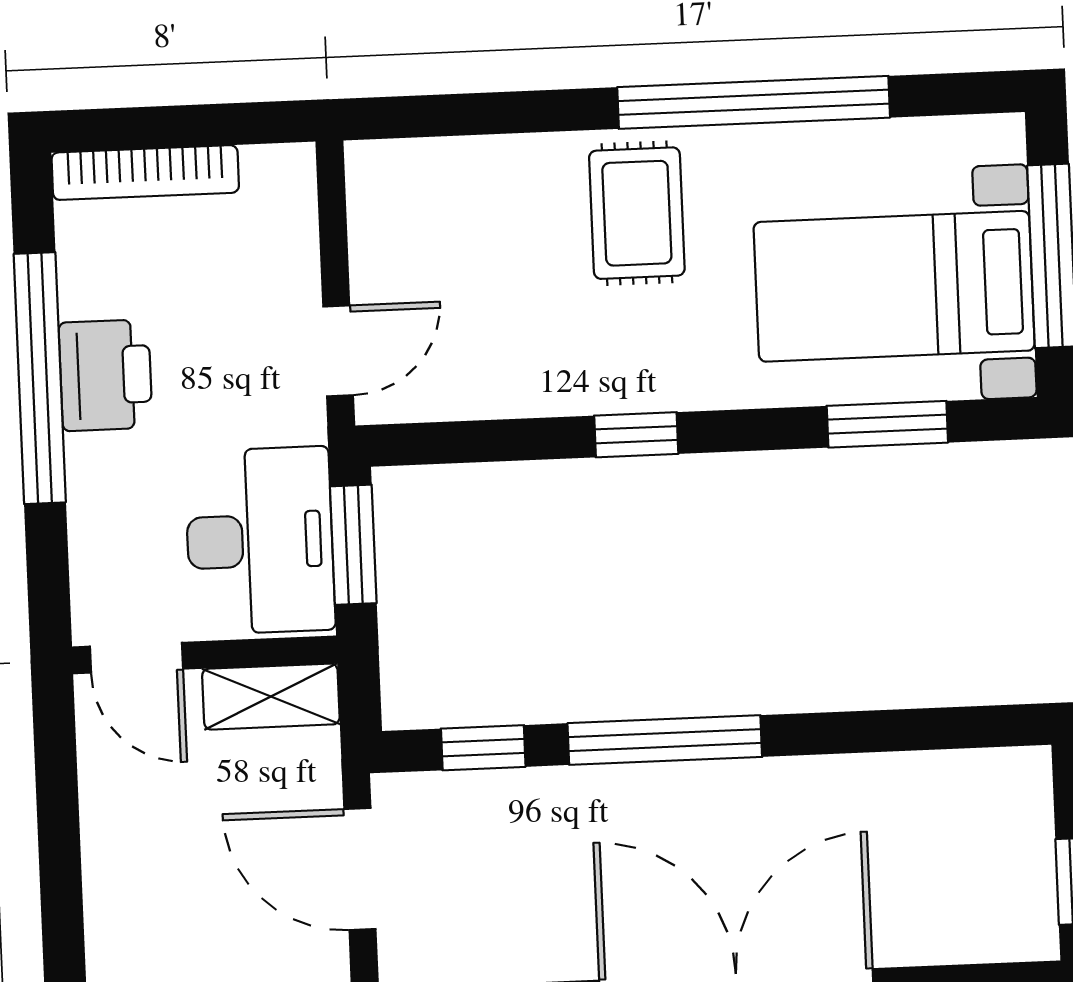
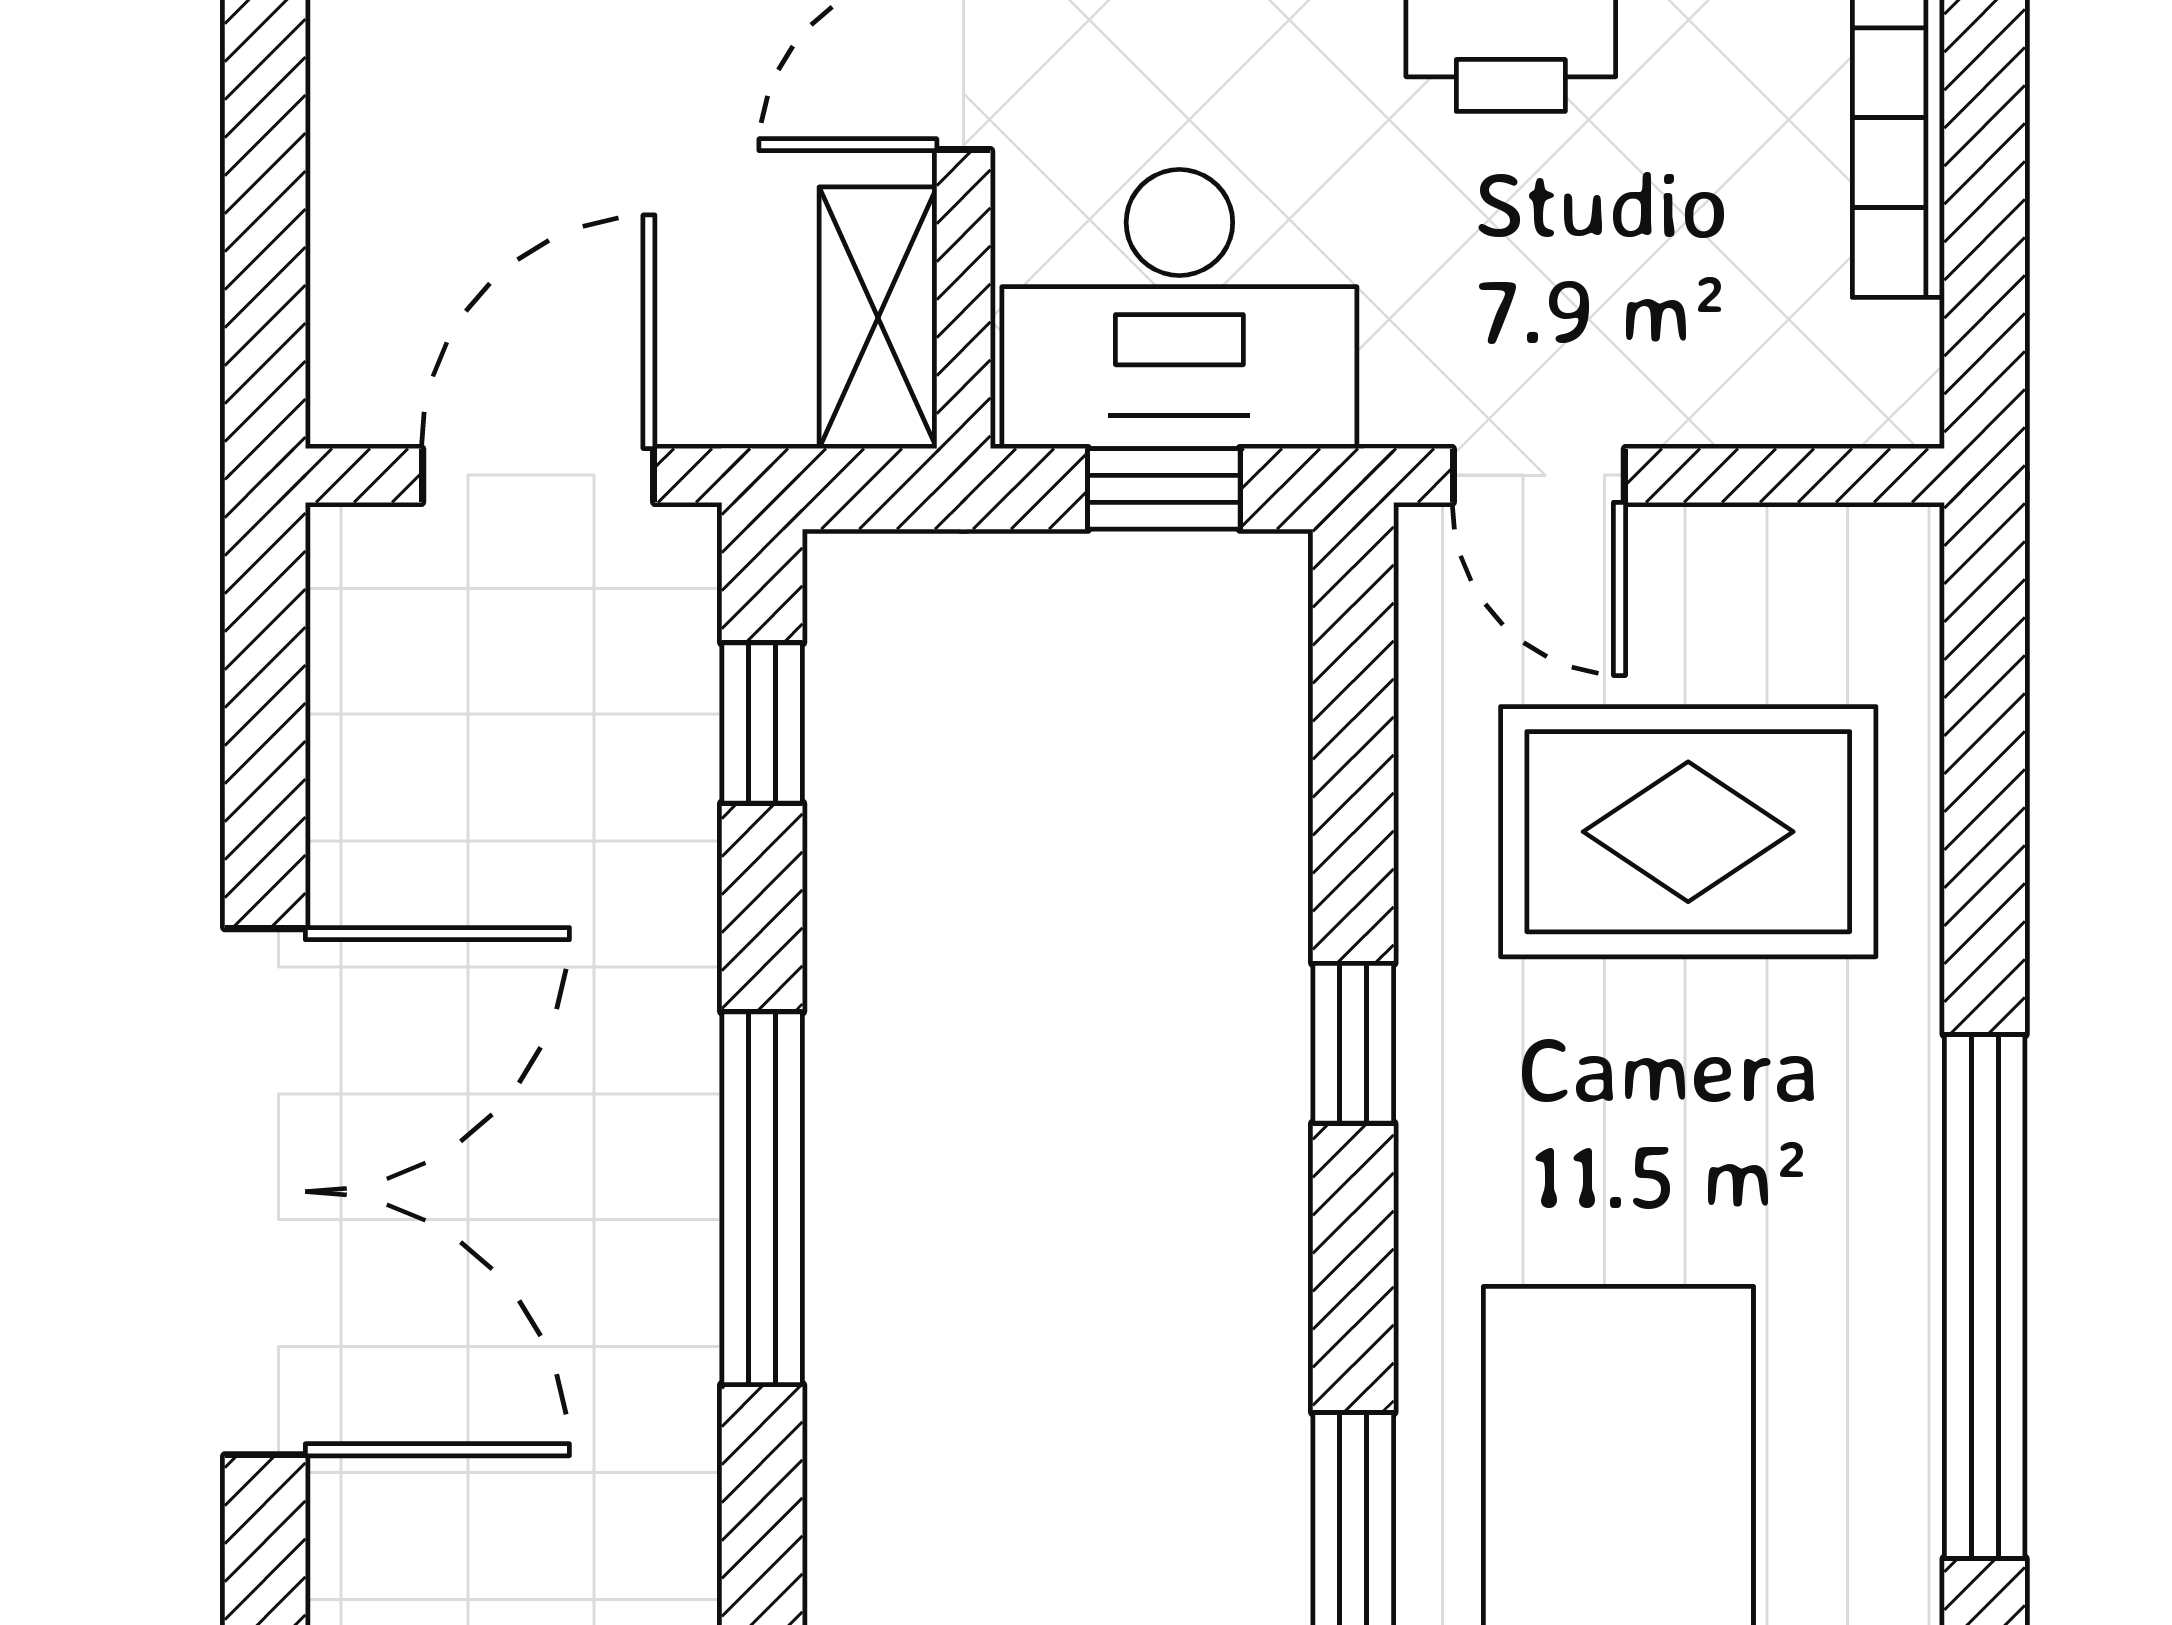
rug: (637, 213) -> (1688, 832), moved, width x1.36, depth x1.43
window: (353, 545) -> (1164, 489), width x0.67
window: (665, 740) -> (762, 1198), moved

